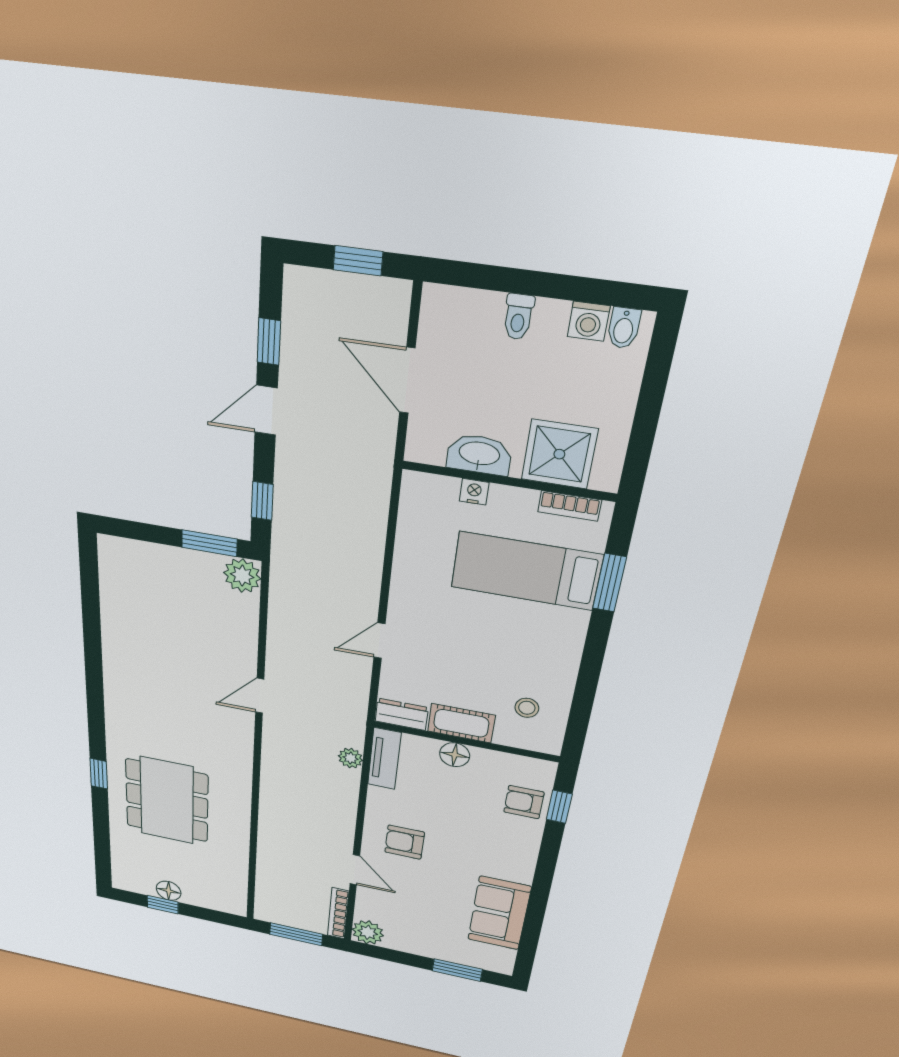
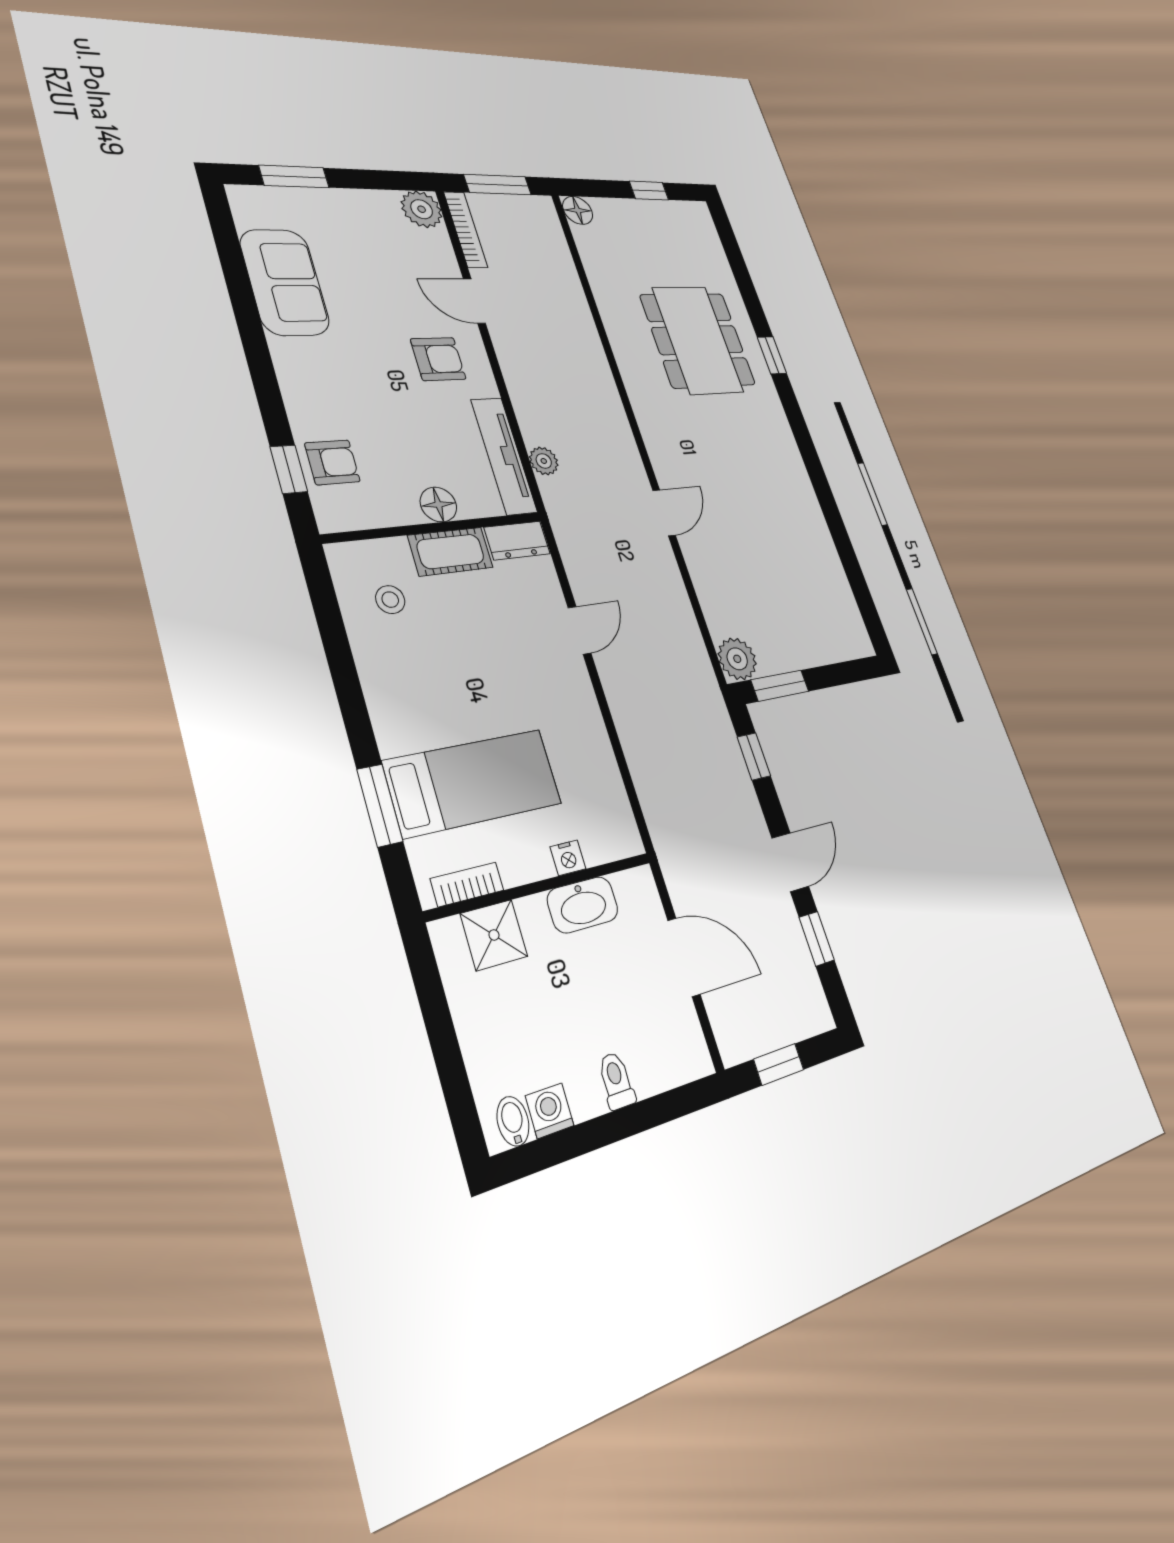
shower: (559, 454) -> (494, 935), width x0.73, depth x0.73
tv unit: (384, 759) -> (504, 456), width x1.41
floor lamp: (169, 891) -> (578, 210), moved

